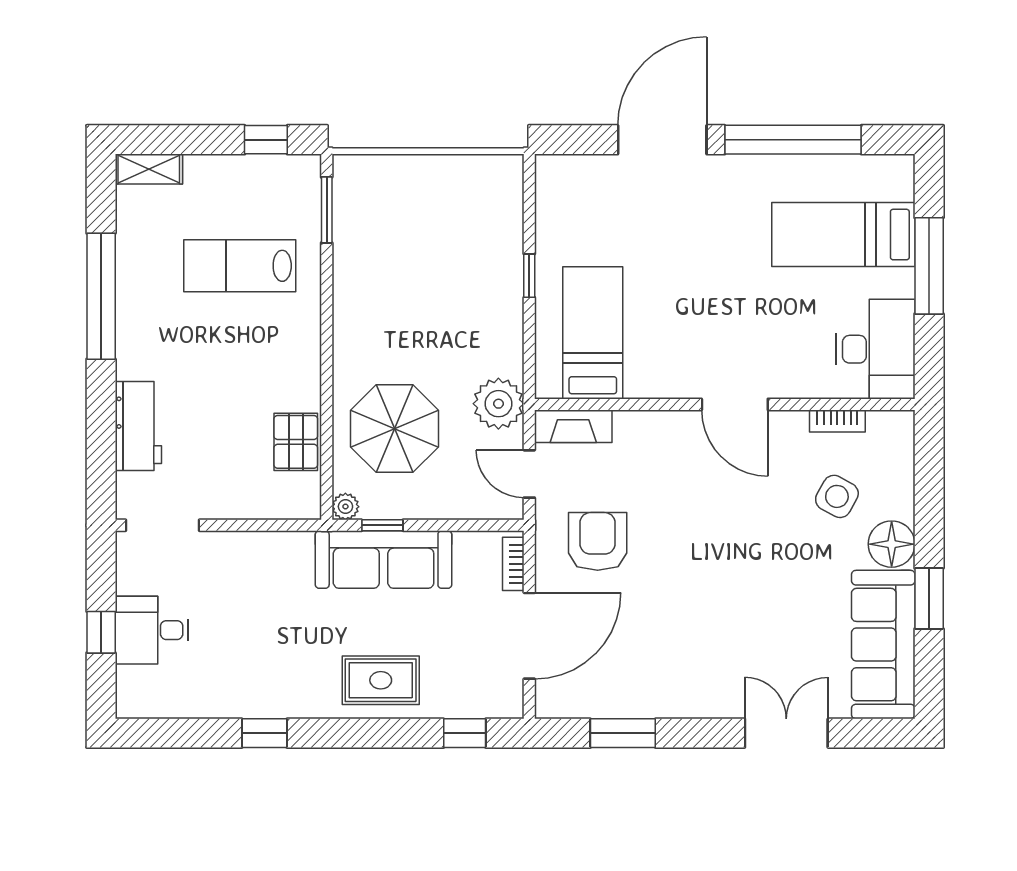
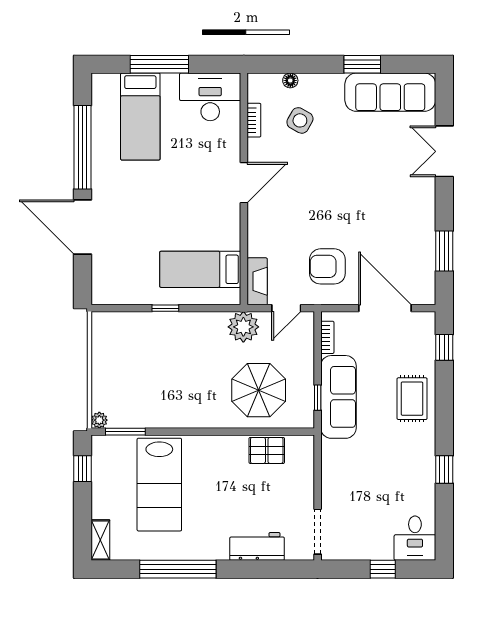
lab bench: (240, 266) -> (159, 485), width x1.36, depth x1.39
plant: (345, 507) -> (99, 420), moved
floor lamp: (892, 544) -> (290, 80), moved, width x0.53, depth x0.53
bookcase: (513, 564) -> (327, 337), moved, turned -90
desk: (152, 630) -> (415, 538), moved

